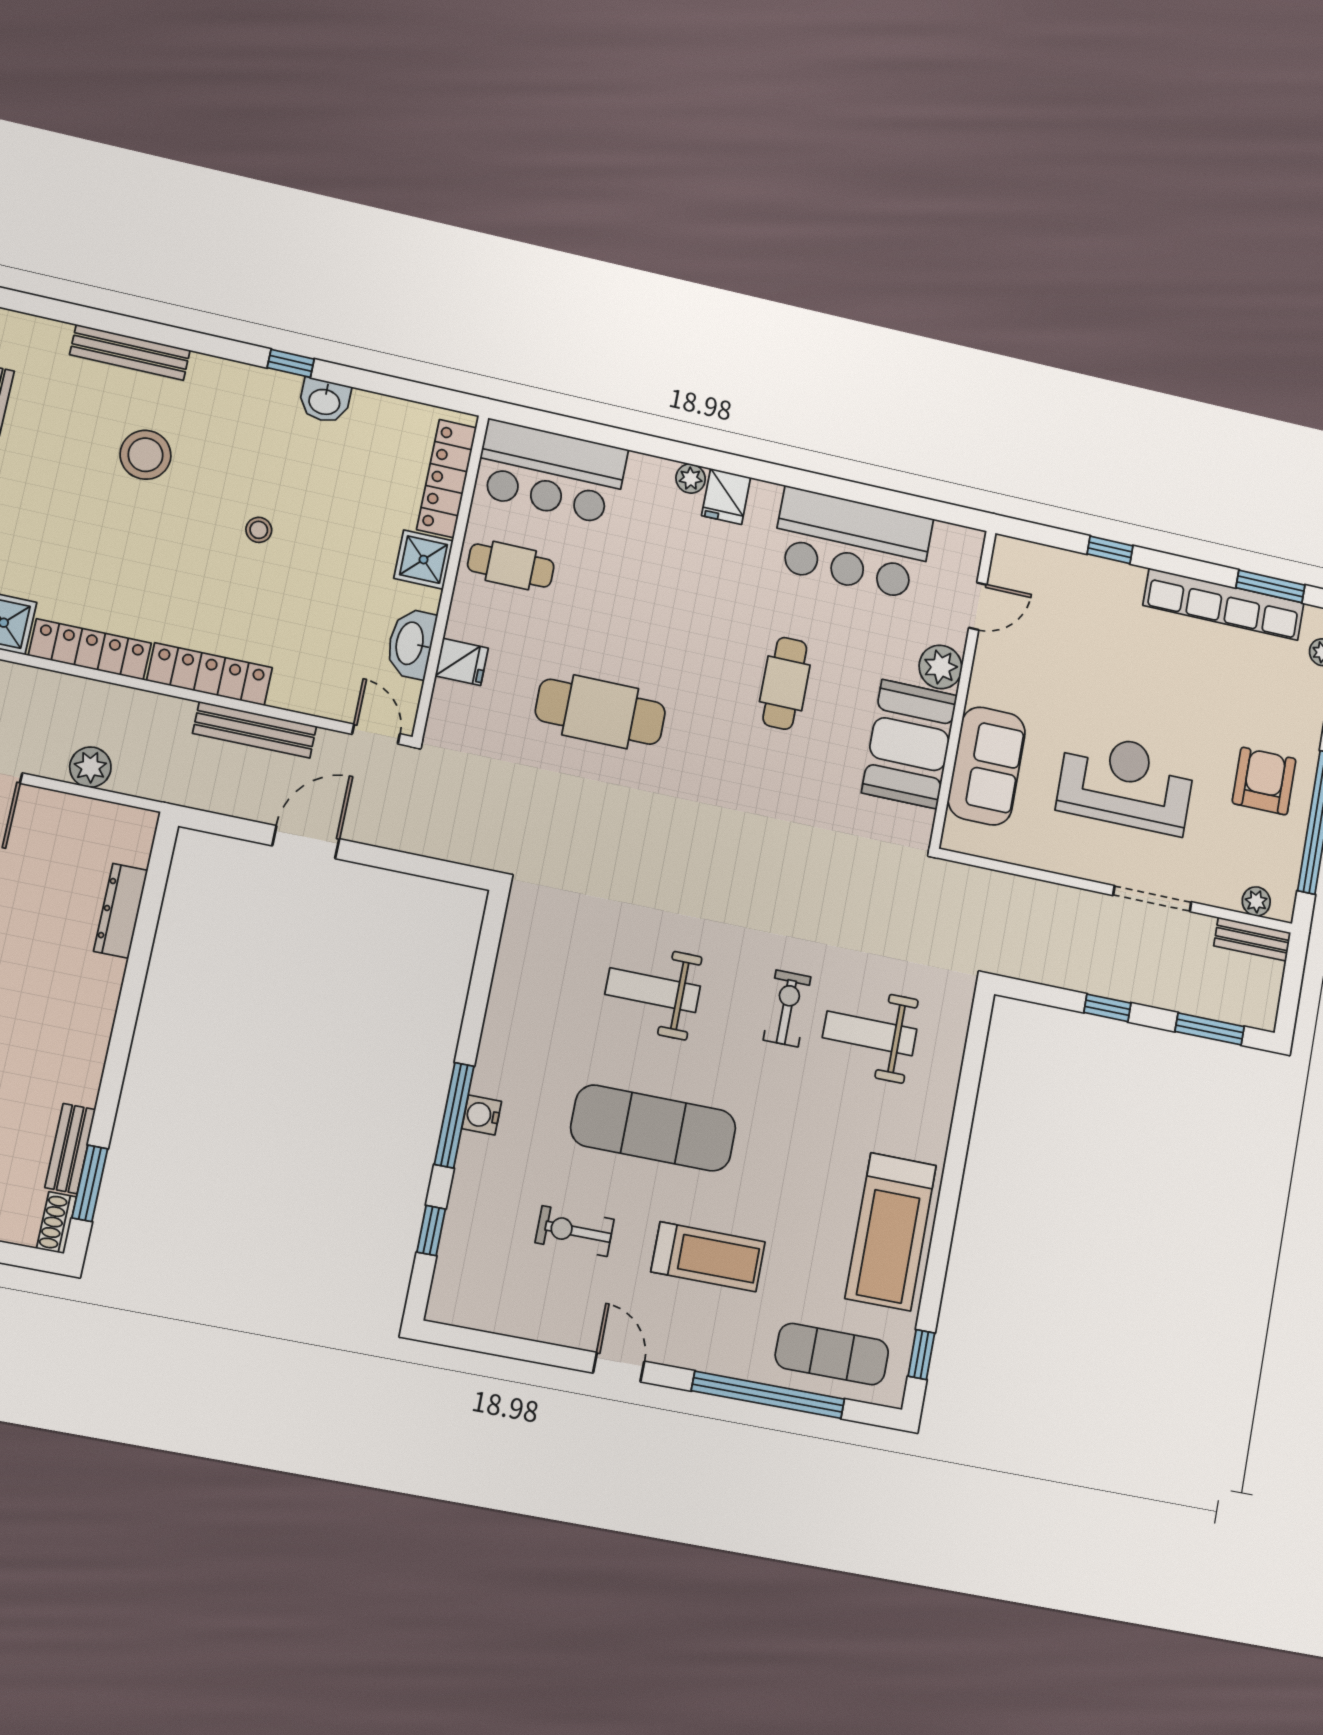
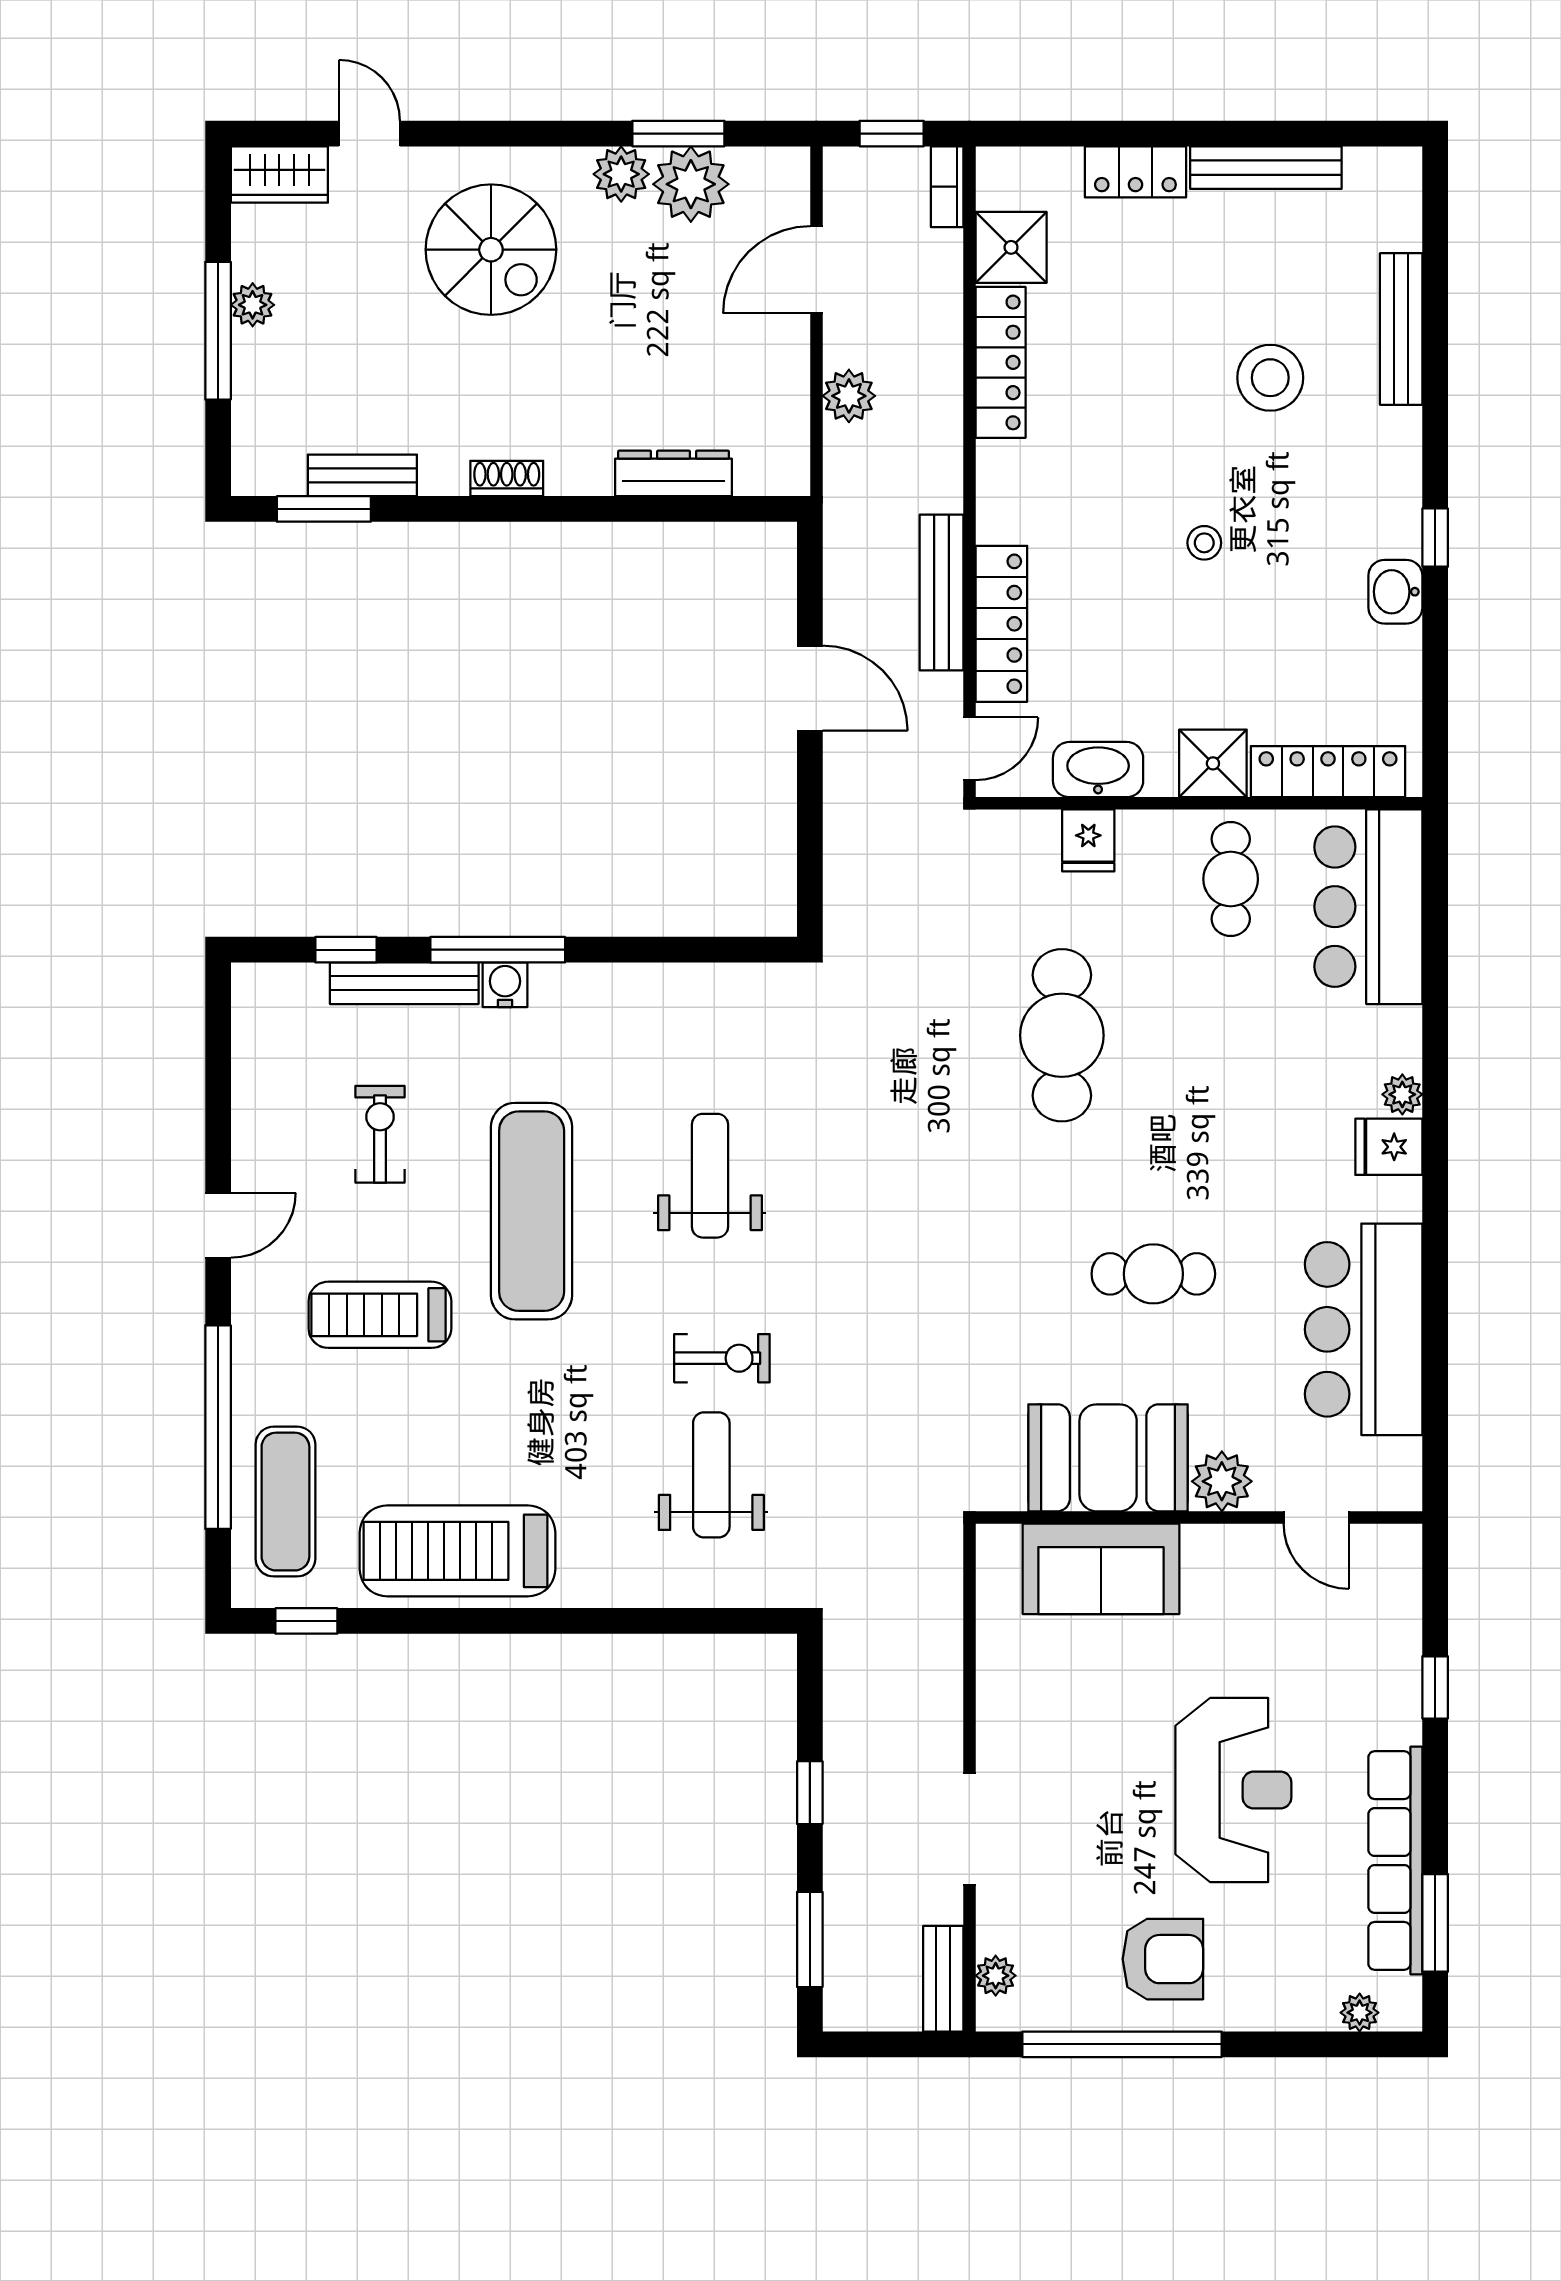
locker: (209, 674) -> (1001, 624), moved
reception desk: (1126, 783) -> (1233, 1790), moved
bench: (465, 1191) -> (404, 983), added
shoe rack: (56, 1223) -> (507, 479), moved
treadmill: (708, 1257) -> (380, 1315), turned 90

